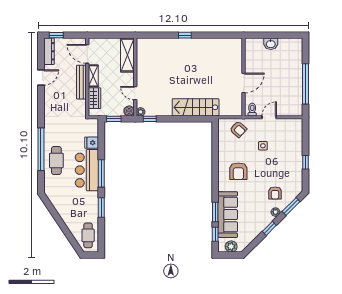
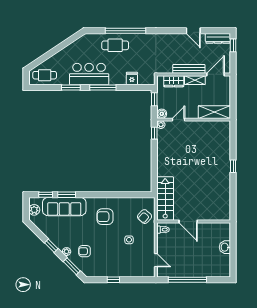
stairs: (196, 107) -> (165, 199), moved
door: (269, 117) -> (156, 260), moved
bar counter: (87, 170) -> (89, 74), moved

